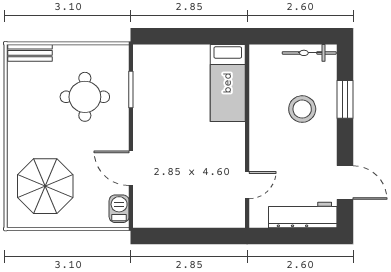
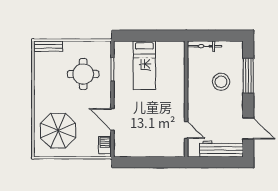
bicycle: (309, 53) -> (205, 46), moved
bed: (228, 83) -> (144, 65), moved
window: (345, 99) -> (248, 76), width x1.44
door: (247, 185) -> (186, 130), hinge flipped

